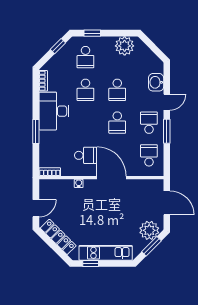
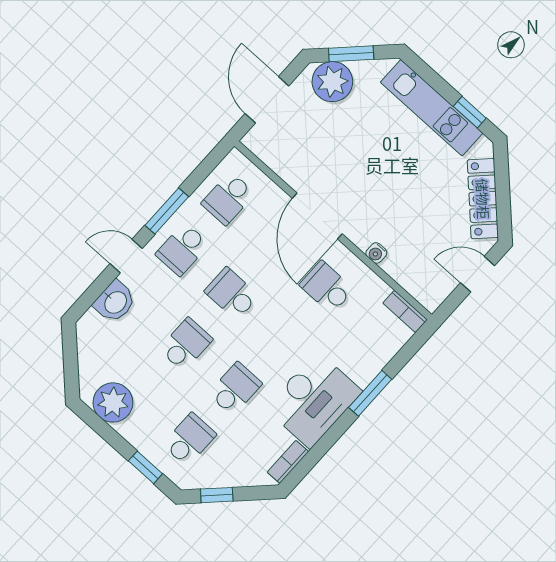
school desk: (117, 123) -> (232, 294), turned -90

